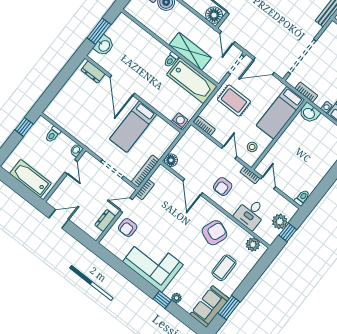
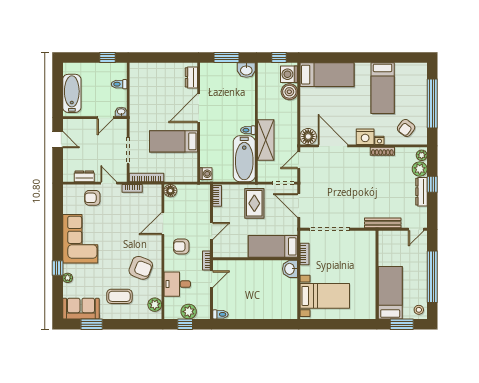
washbasin: (104, 46) -> (246, 70), moved
stool: (252, 147) -> (229, 245), removed

